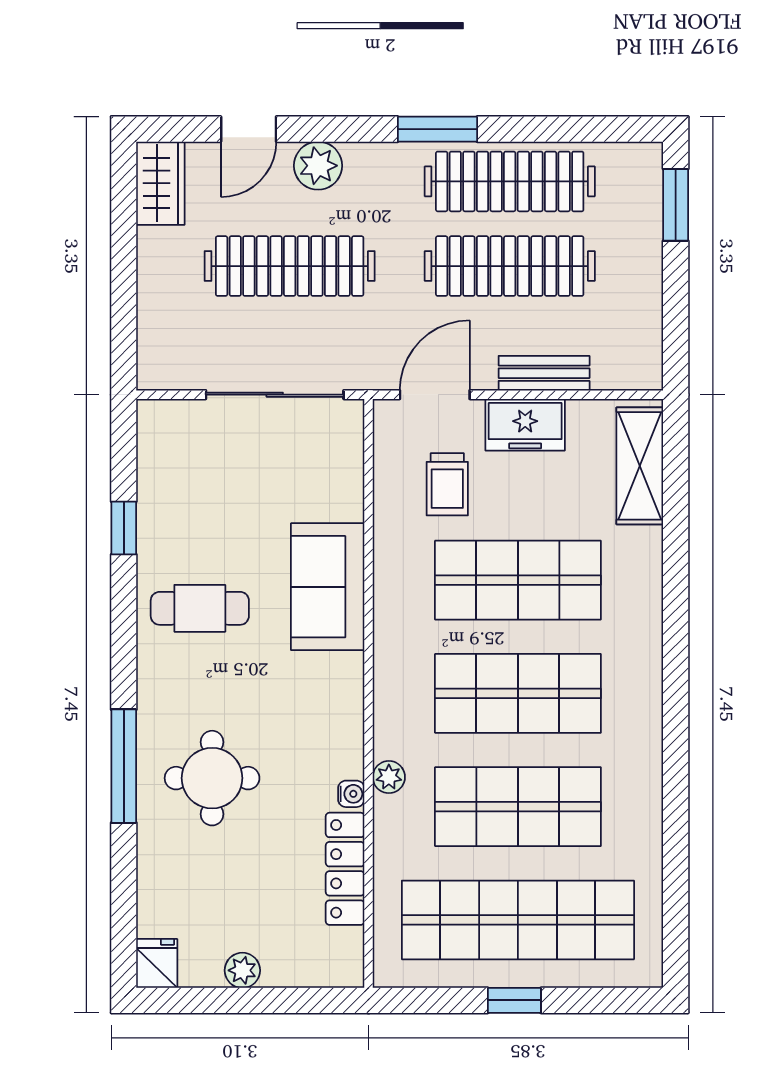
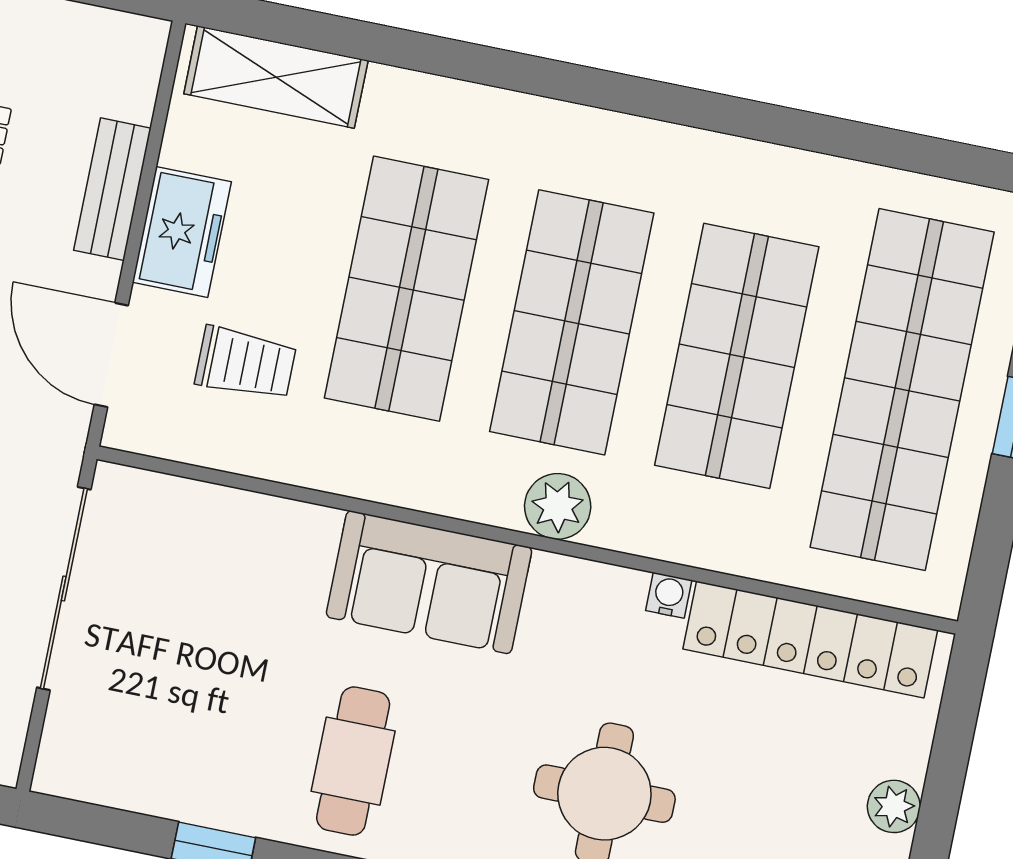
sofa: (328, 587) -> (429, 582), moved
plant: (389, 777) -> (558, 506), moved, width x1.38, depth x1.38
locker: (345, 869) -> (810, 640), width x1.41, depth x1.21

